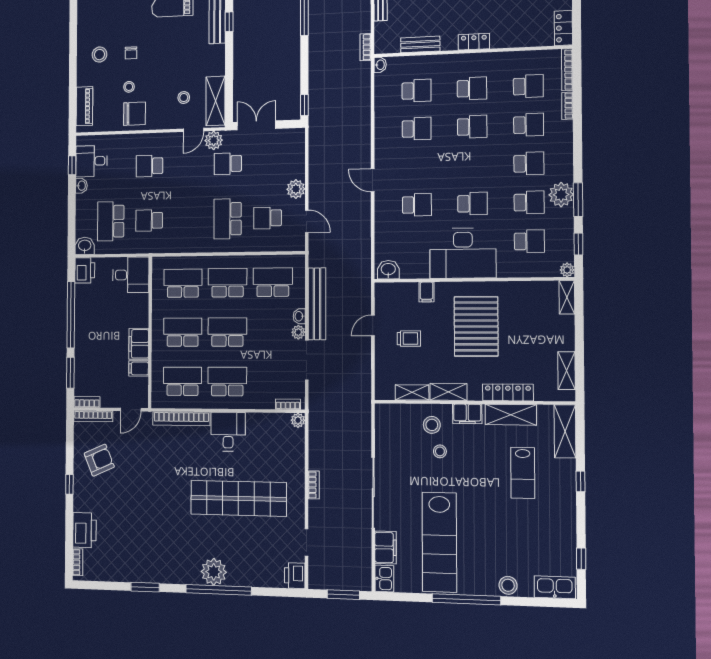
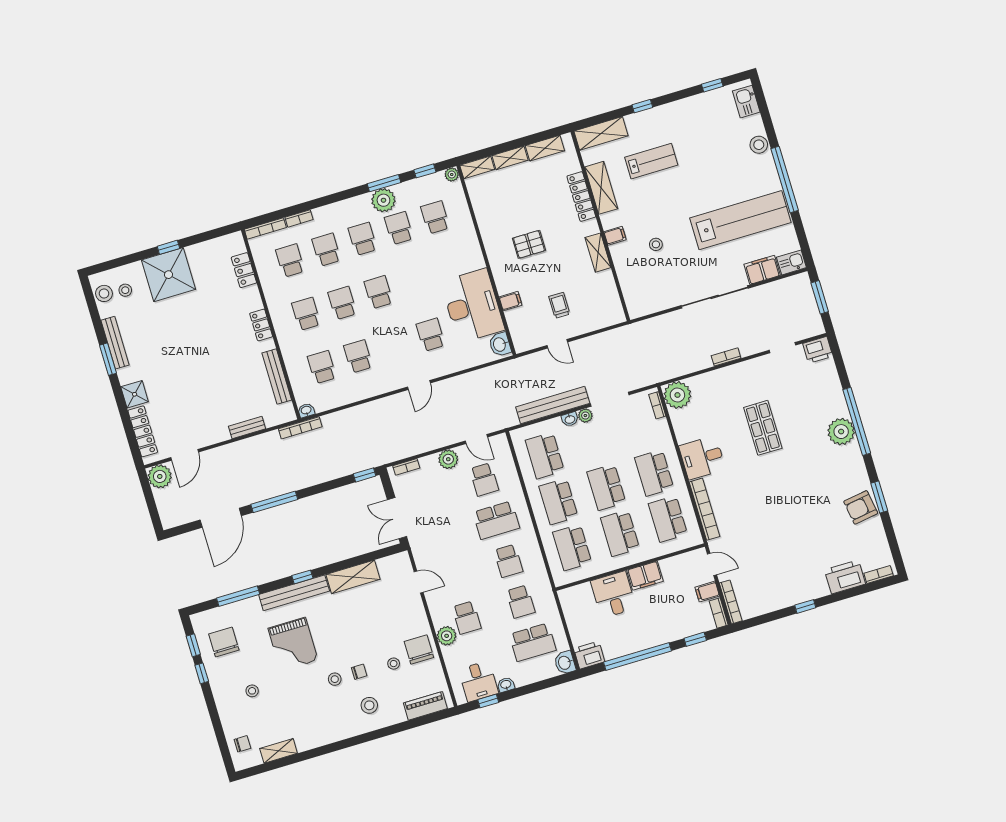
locker: (563, 28) -> (244, 270), moved, turned 90
bench: (420, 44) -> (277, 376), width x1.36
bookcase: (365, 47) -> (300, 428), width x1.56
stool: (184, 98) -> (335, 679), moved
shelving: (216, 101) -> (353, 577), moved
plant: (214, 140) -> (447, 636), moved
bookcase: (300, 147) -> (406, 467), added
school desk: (228, 164) -> (508, 561), moved
school desk: (472, 204) -> (379, 292), moved
door: (307, 221) -> (476, 439), swing flipped
desk: (463, 253) -> (472, 306), moved
desk: (131, 275) -> (613, 595), moved
pallet: (476, 326) -> (529, 244), width x0.49, depth x0.50
filing cabinet: (139, 368) -> (707, 592), moved, turned 90
window: (70, 373) -> (695, 639), width x0.67
shelving: (412, 392) -> (510, 158), moved, turned 90
filing cabinet: (467, 414) -> (615, 236), width x0.50
plant: (298, 420) -> (677, 395), width x1.88, depth x1.88
stool: (432, 425) -> (634, 259), removed
armchair: (99, 460) -> (861, 507), moved, turned -76
shop shelf: (238, 498) -> (763, 428), width x0.50, depth x0.74
kitchen sink: (555, 587) -> (746, 102), width x0.73

